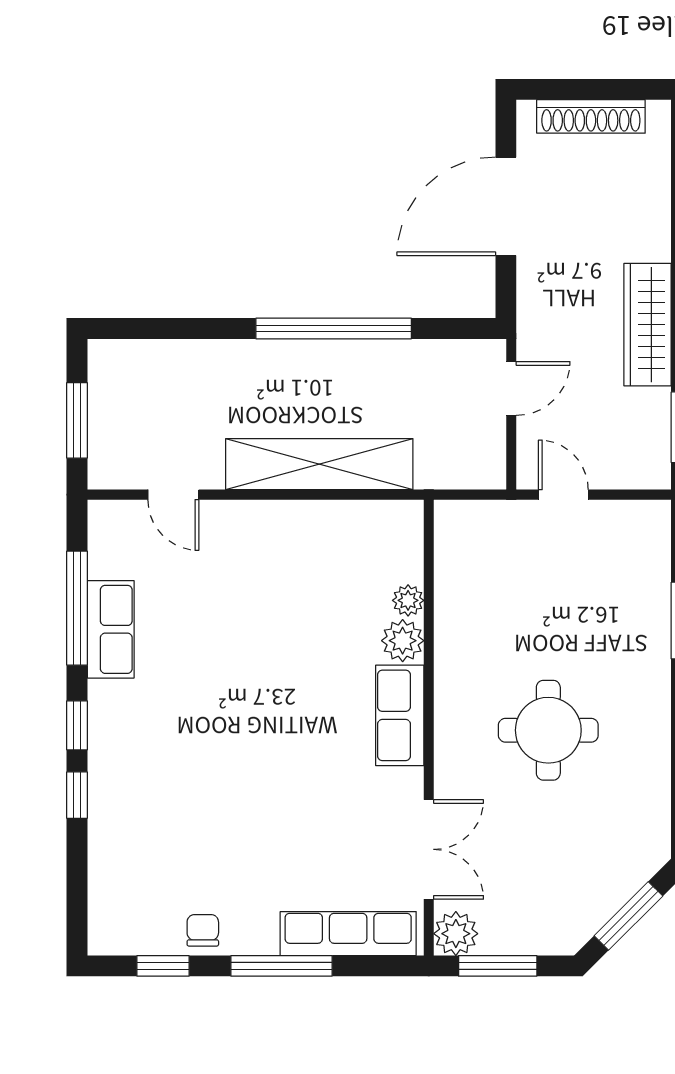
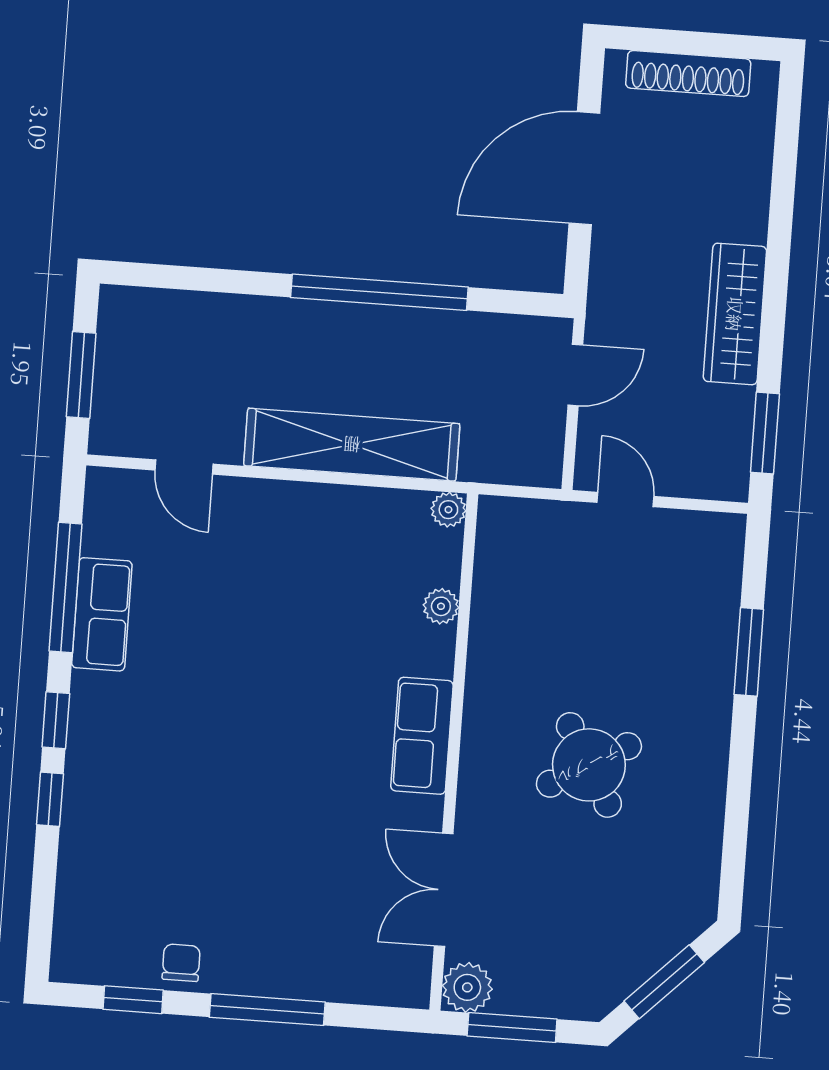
plant: (403, 641) -> (448, 510), moved, width x0.73, depth x0.73
round table: (548, 730) -> (589, 765), turned -30
double door: (429, 849) -> (444, 890), swing flipped
row of seats: (348, 934) -> (345, 979), removed

